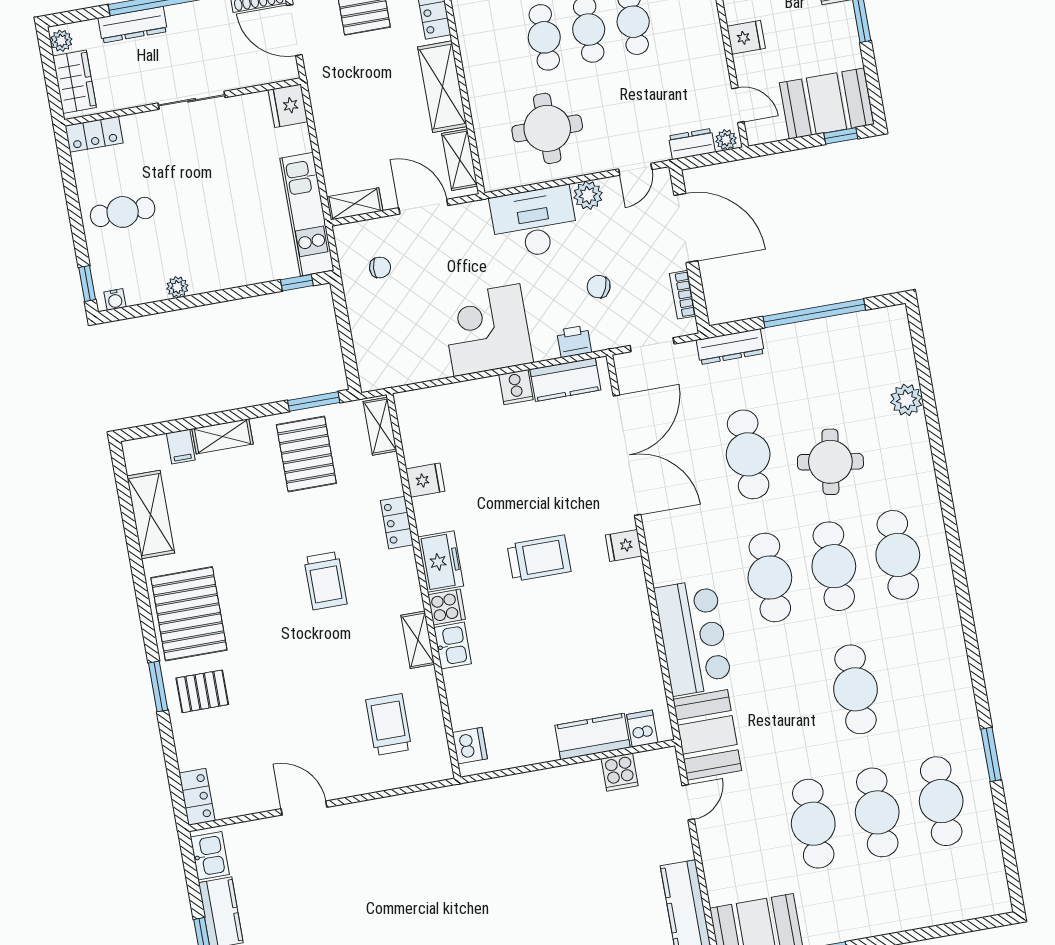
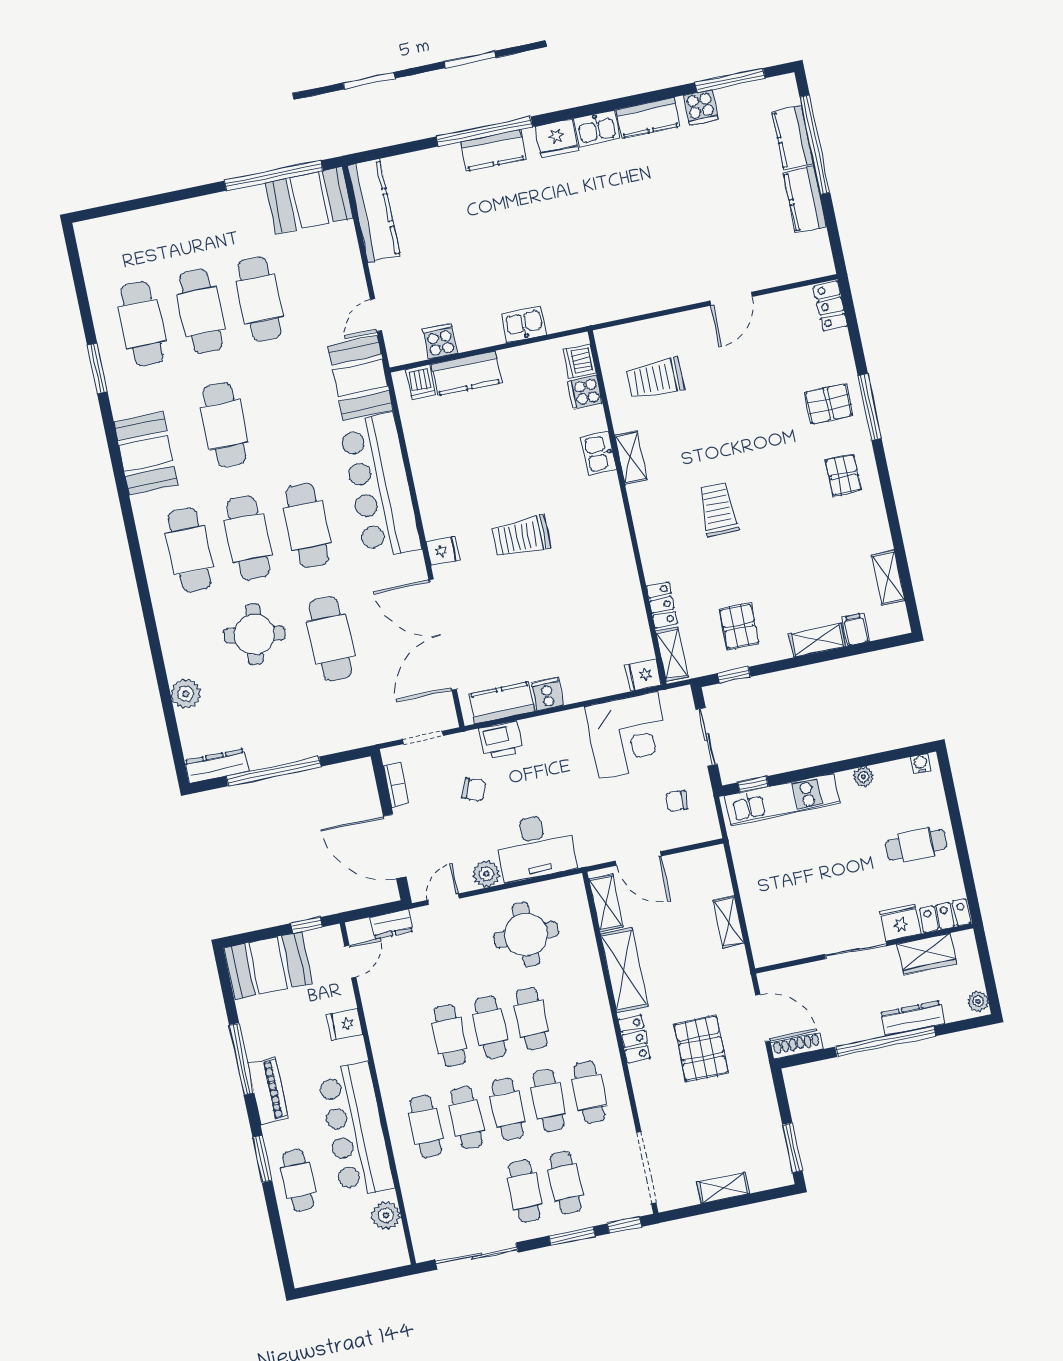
wardrobe: (74, 82) -> (927, 954), moved, turned -90
door: (738, 105) -> (350, 962), swing flipped
fridge: (288, 106) -> (900, 922), moved, turned -90
window: (841, 136) -> (307, 925), moved
plant: (726, 140) -> (360, 929), removed
shelving: (355, 204) -> (729, 922), moved, turned 90
kitchen unit: (307, 214) -> (782, 800), moved, turned 90
window: (87, 284) -> (947, 778), removed
corner desk: (487, 330) -> (628, 735), moved
sliding door: (345, 336) -> (707, 737), added
printer: (574, 341) -> (501, 740), width x1.36, depth x1.24
dresser: (730, 347) -> (216, 766), moved
window: (314, 401) -> (734, 675), width x0.67
pallet: (306, 454) -> (739, 626), width x0.67, depth x0.71
fridge: (425, 480) -> (643, 675), moved
shelving: (151, 515) -> (888, 578), width x0.67, depth x0.75
locker: (397, 523) -> (662, 605), moved
freezer: (441, 562) -> (612, 531), removed
cooker: (447, 607) -> (585, 392), moved
pallet: (189, 614) -> (843, 475), width x0.49, depth x0.50
bar counter: (693, 637) -> (380, 486), width x1.36
booth: (941, 661) -> (146, 453), added
window: (158, 686) -> (870, 407), width x1.44
trolley: (389, 725) -> (655, 378), turned 90
door: (304, 808) -> (731, 299), hinge flipped
kitchen sink: (210, 856) -> (524, 324), moved, turned 90

